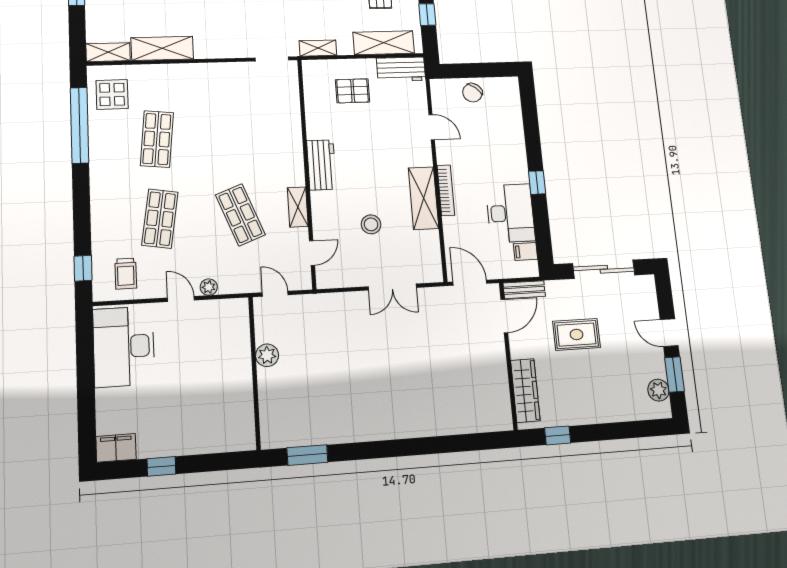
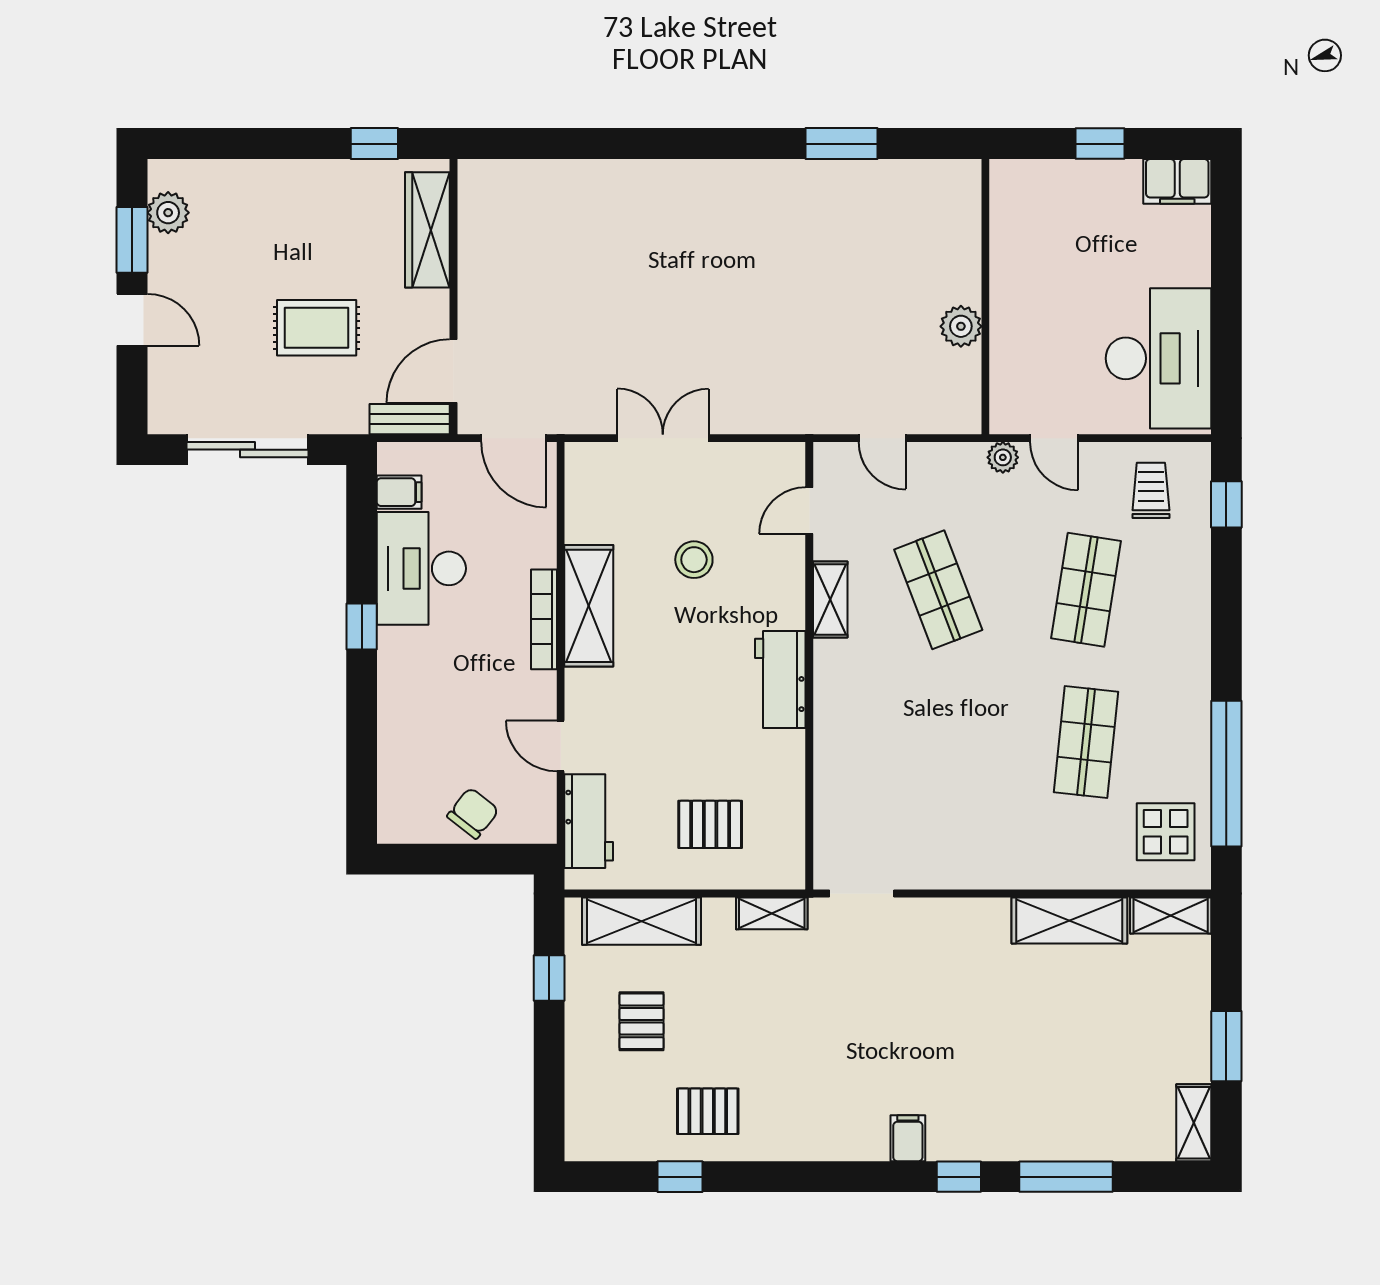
workbench: (401, 69) -> (589, 821), moved, turned 90
plant: (267, 355) -> (961, 326), moved
wall: (255, 373) -> (985, 297), moved

